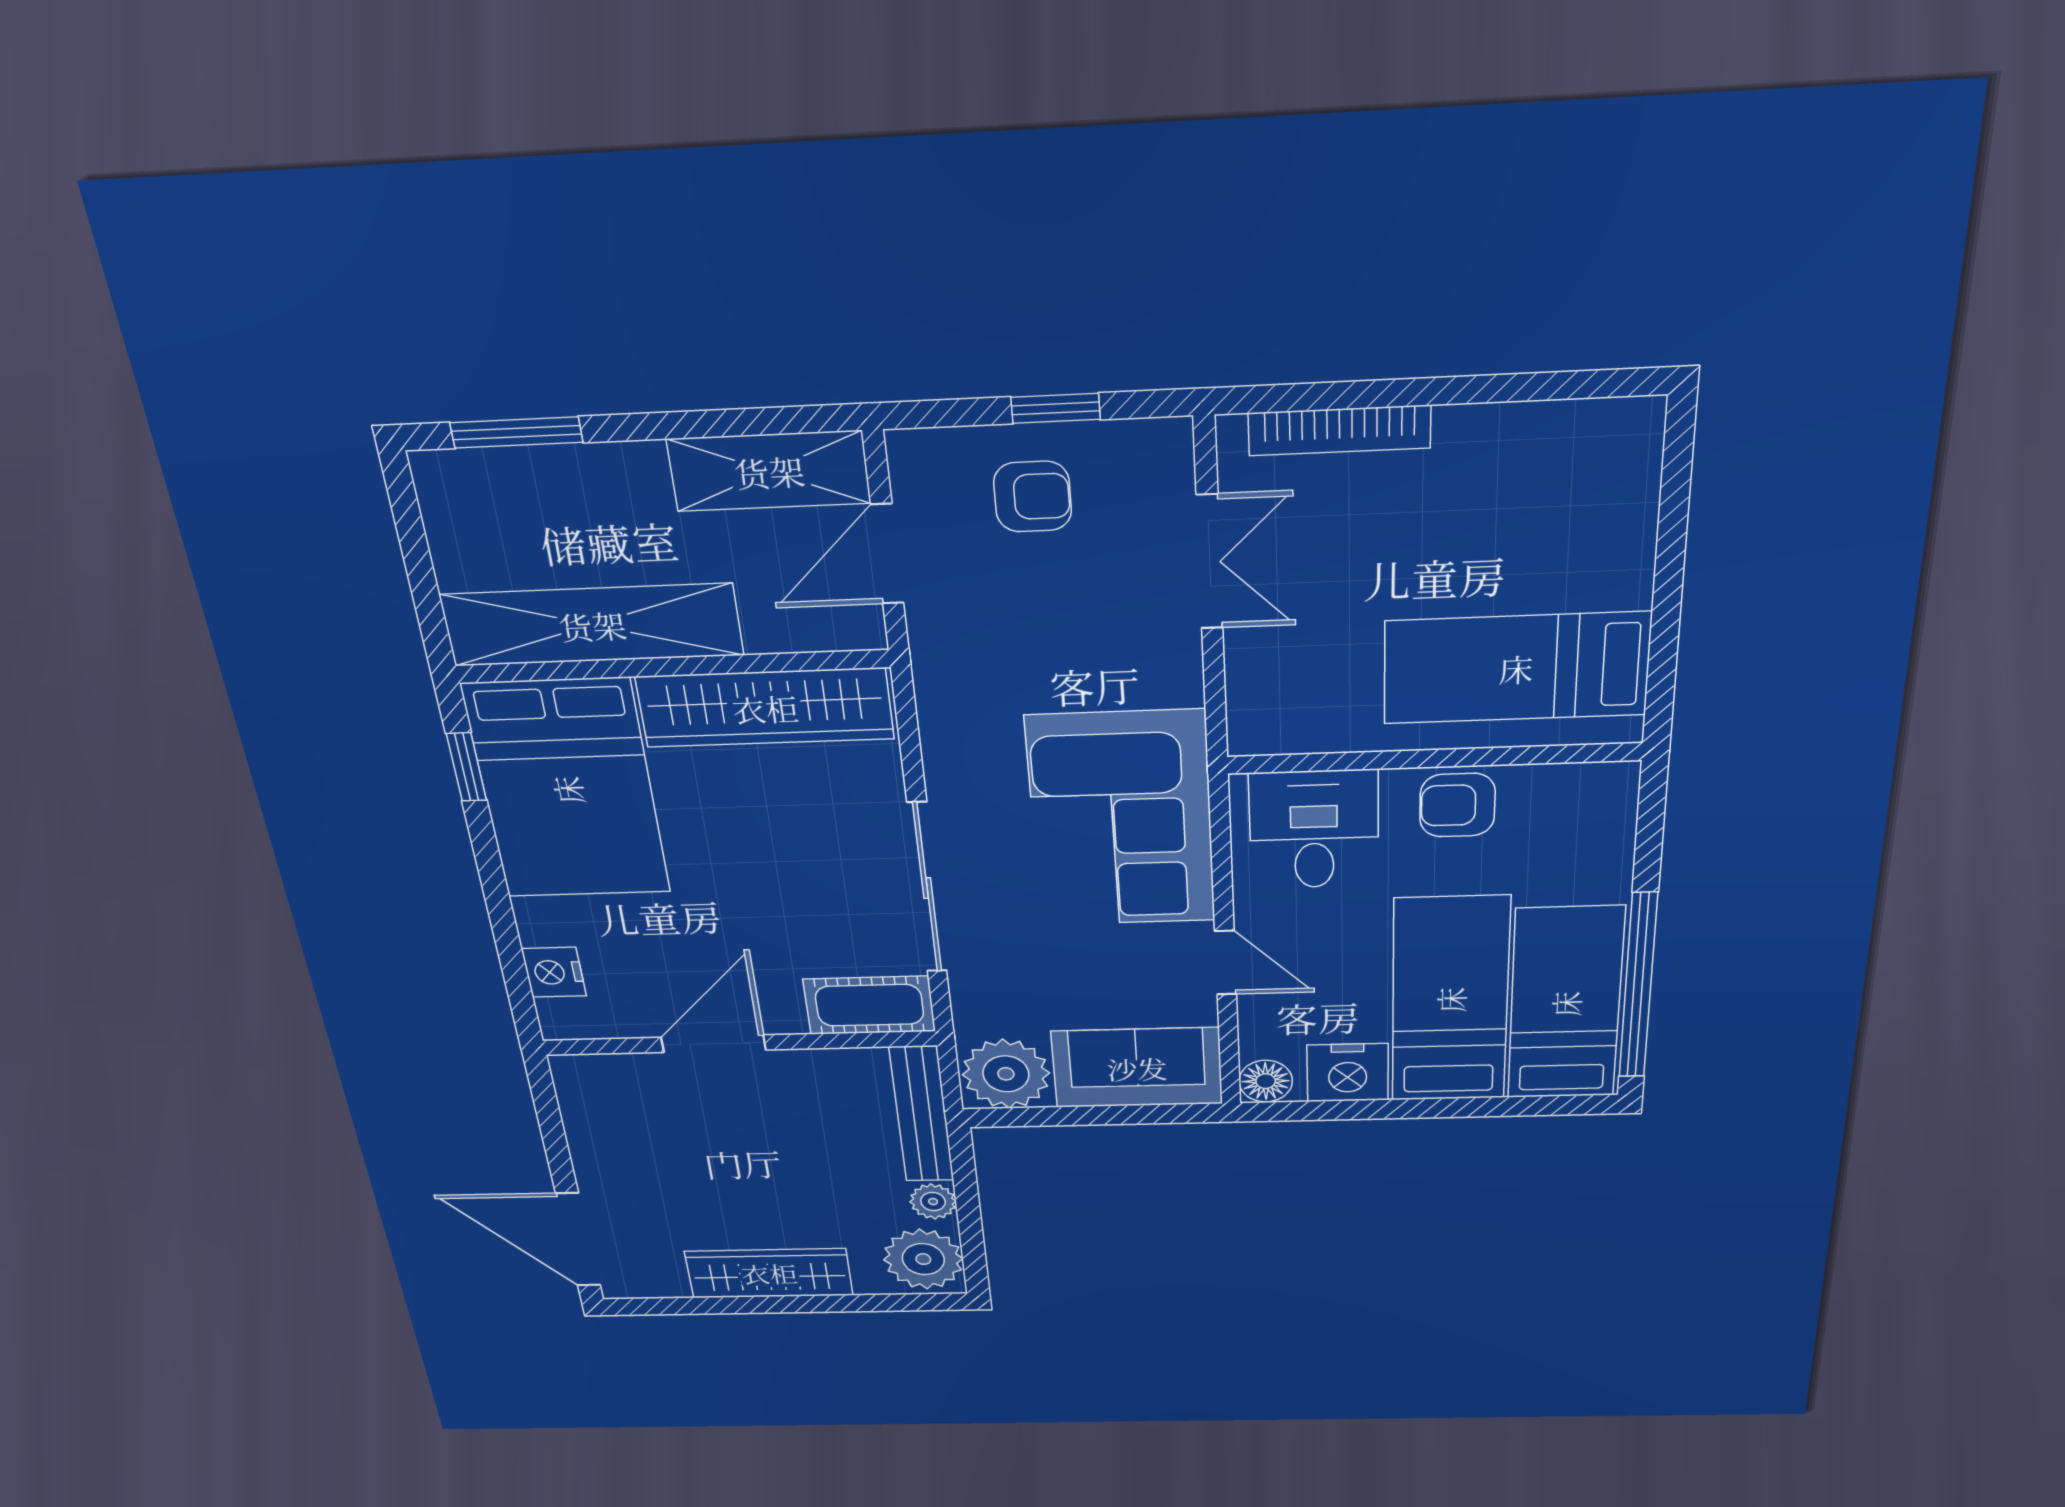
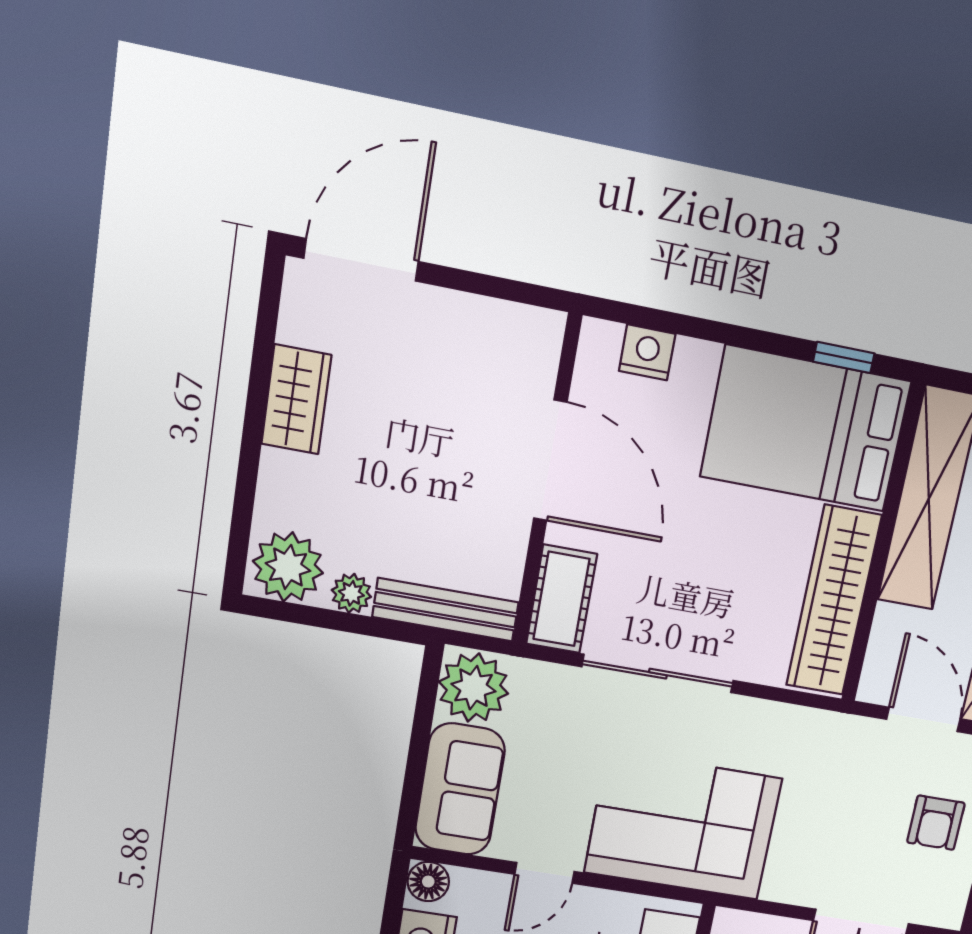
door: (714, 1044) -> (550, 461), width x1.36
wardrobe: (769, 1273) -> (296, 400), width x0.67

